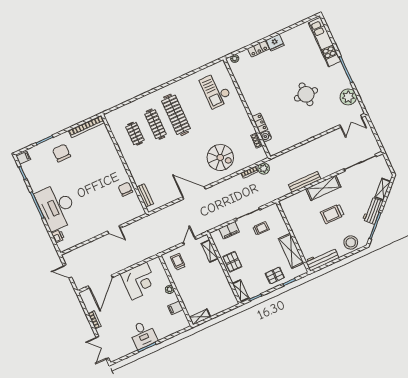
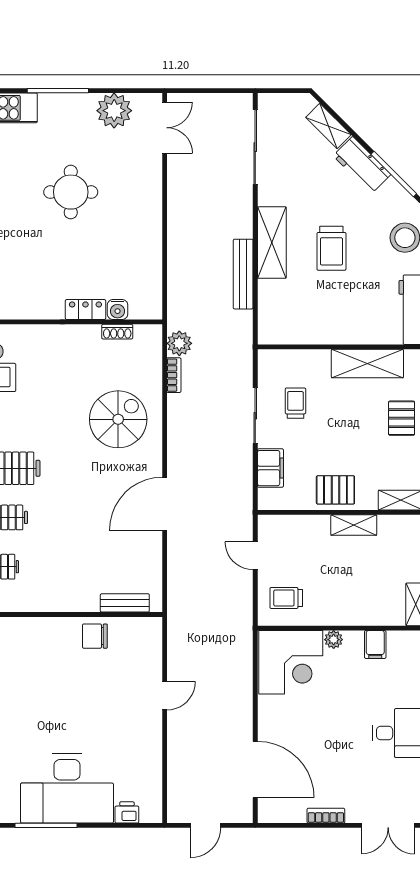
shelving: (210, 251) -> (354, 525), moved
corner desk: (139, 281) -> (291, 662), moved, turned 90

